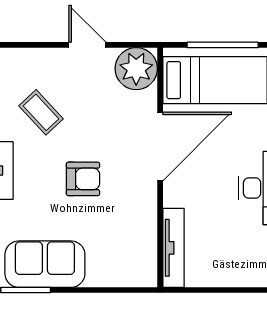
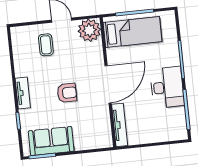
coffee table: (41, 112) -> (46, 45), moved, turned 43
door: (160, 146) -> (108, 84), moved

